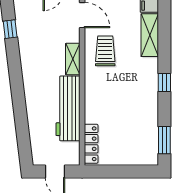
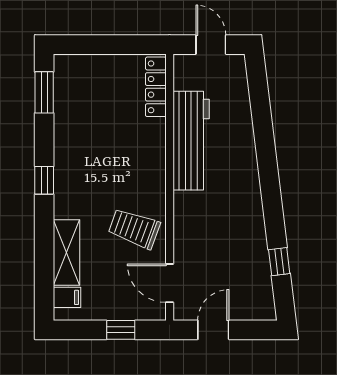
trolley: (105, 51) -> (134, 229), turned 110
shelving: (73, 59) -> (184, 216), removed

